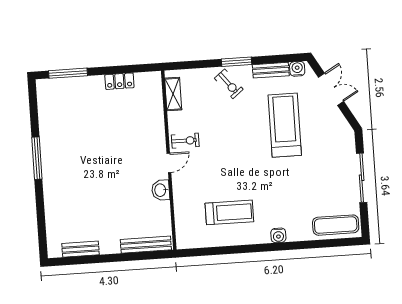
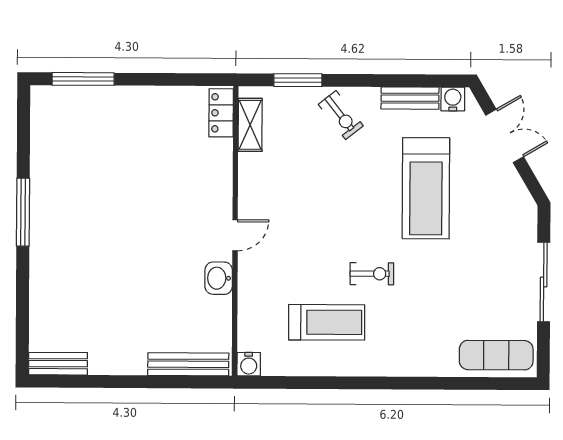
window: (237, 62) -> (298, 80), moved
locker: (119, 81) -> (221, 113), moved, turned 90
treadmill: (285, 125) -> (426, 188), turned 180
exercise bike: (185, 141) -> (372, 274), moved
water cooler: (278, 235) -> (249, 364), moved
bench: (80, 249) -> (58, 364), moved

